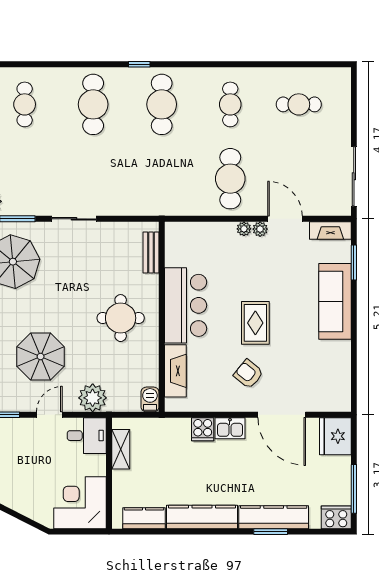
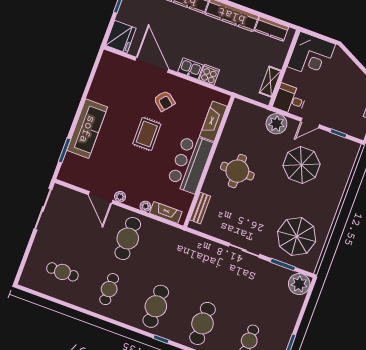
plant: (244, 229) -> (145, 206), moved
fireplace: (330, 230) -> (166, 212), moved
barbecue: (150, 399) -> (238, 108), removed

